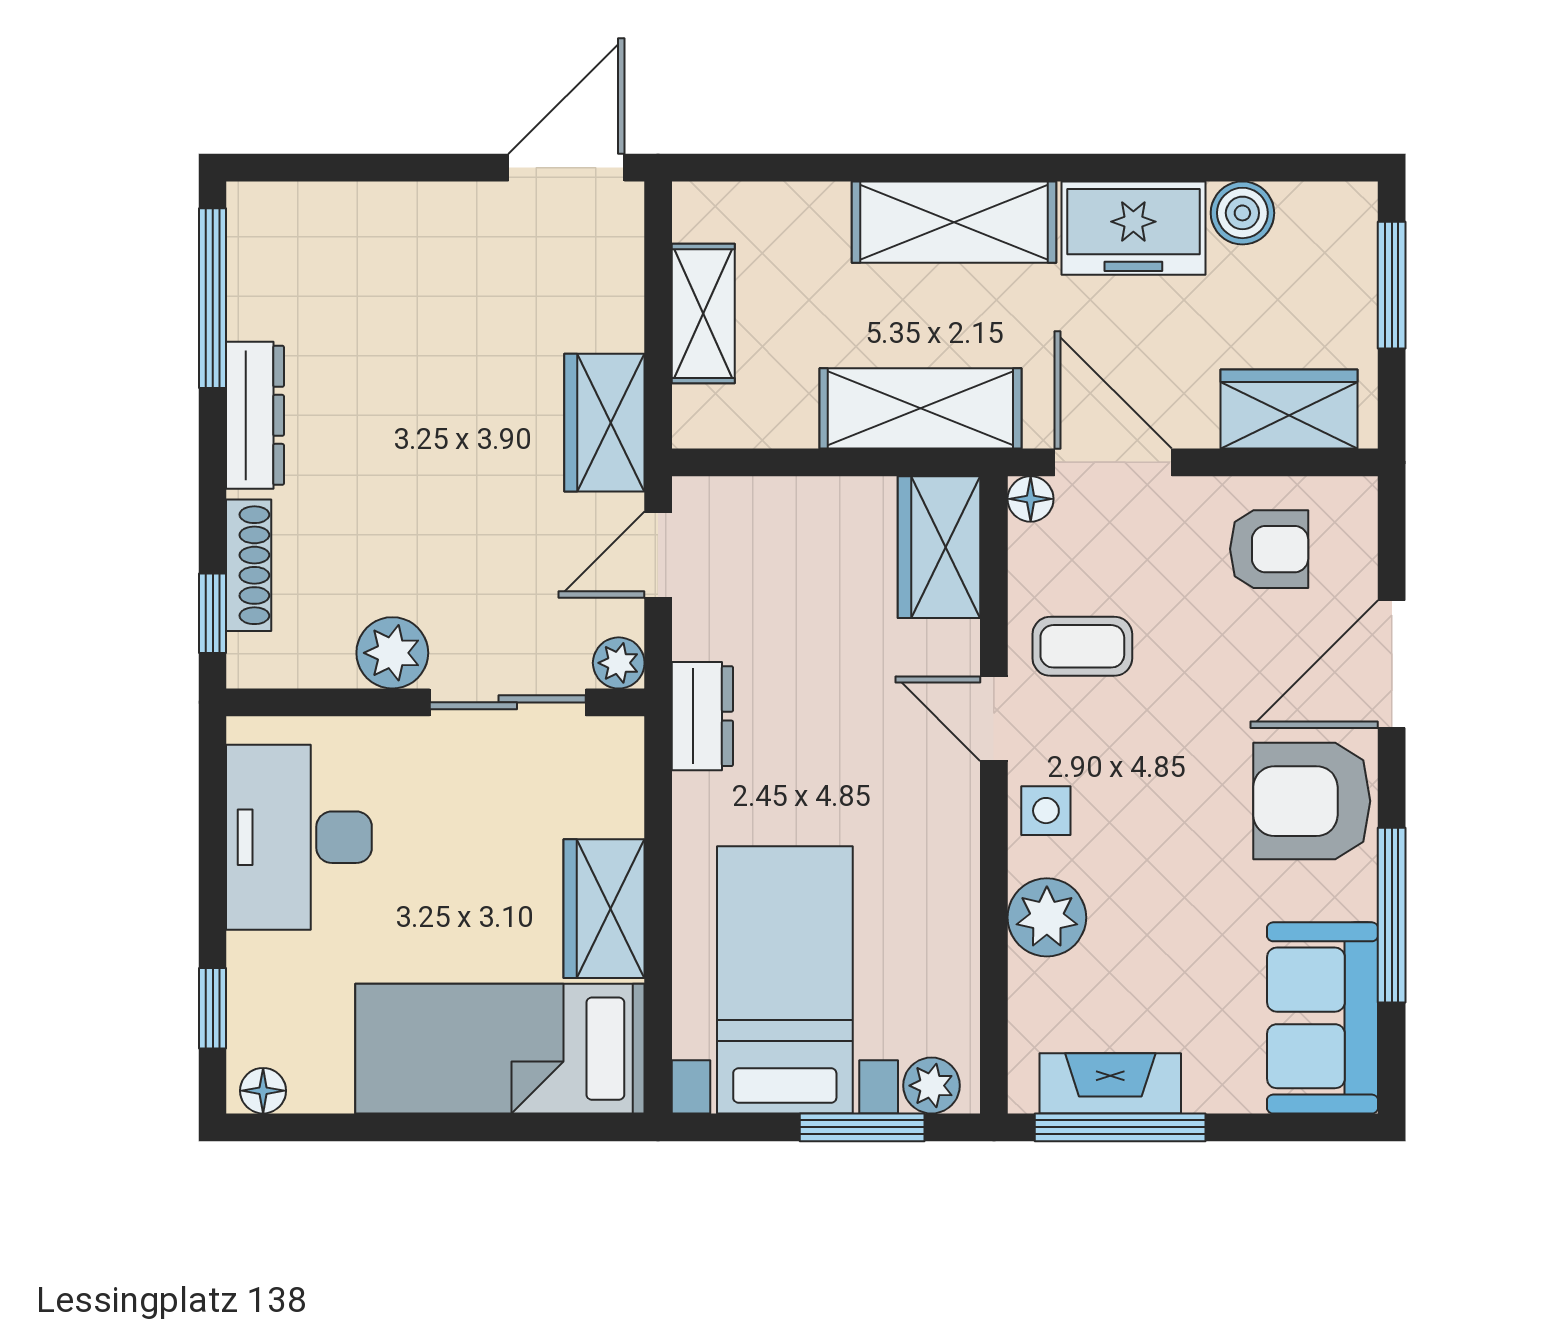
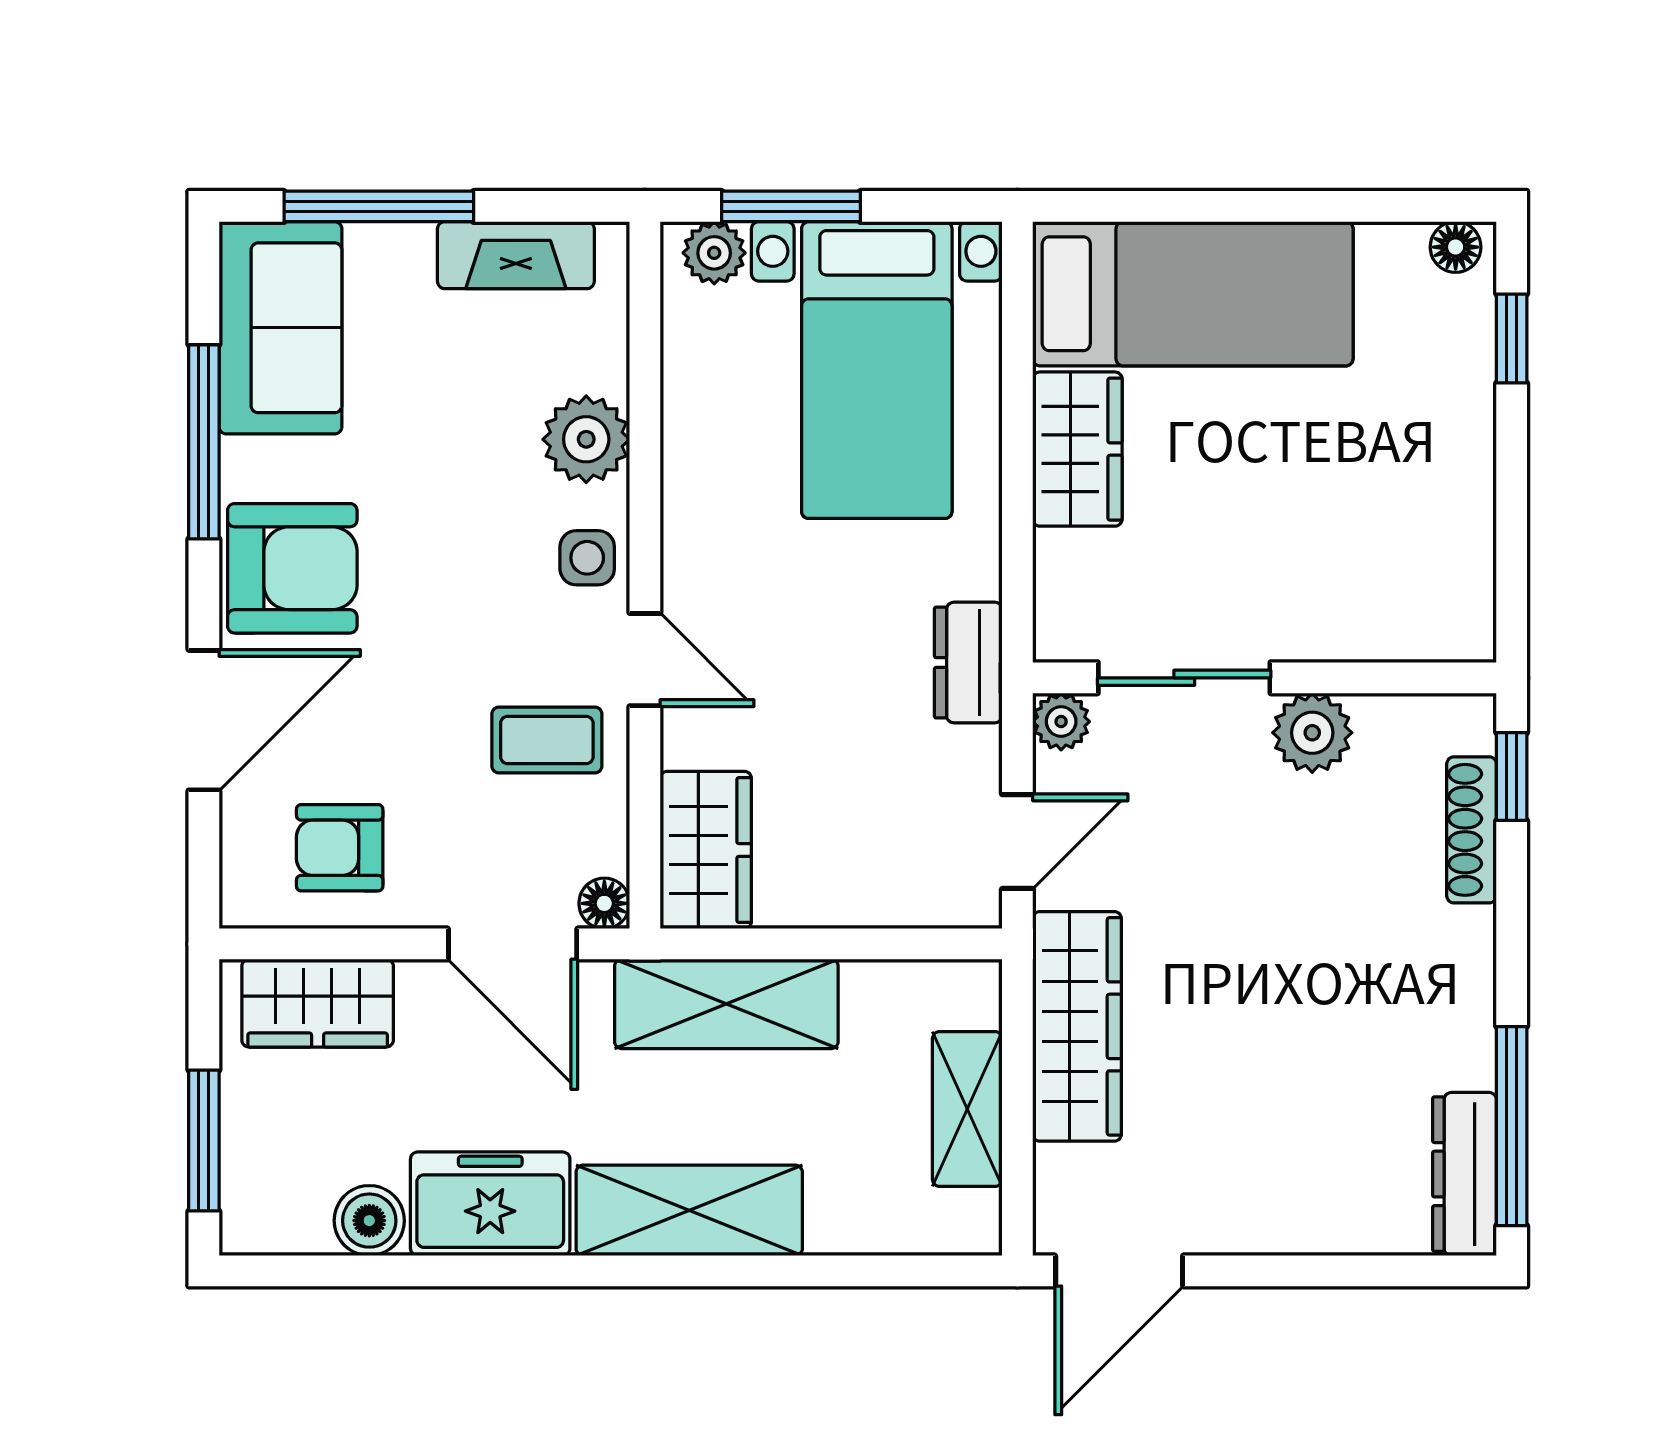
dresser: (255, 415) -> (1464, 1174), moved
wardrobe: (604, 423) -> (1077, 1026), width x1.50
desk: (299, 837) -> (1416, 528), removed
window: (1120, 1127) -> (379, 206), moved

